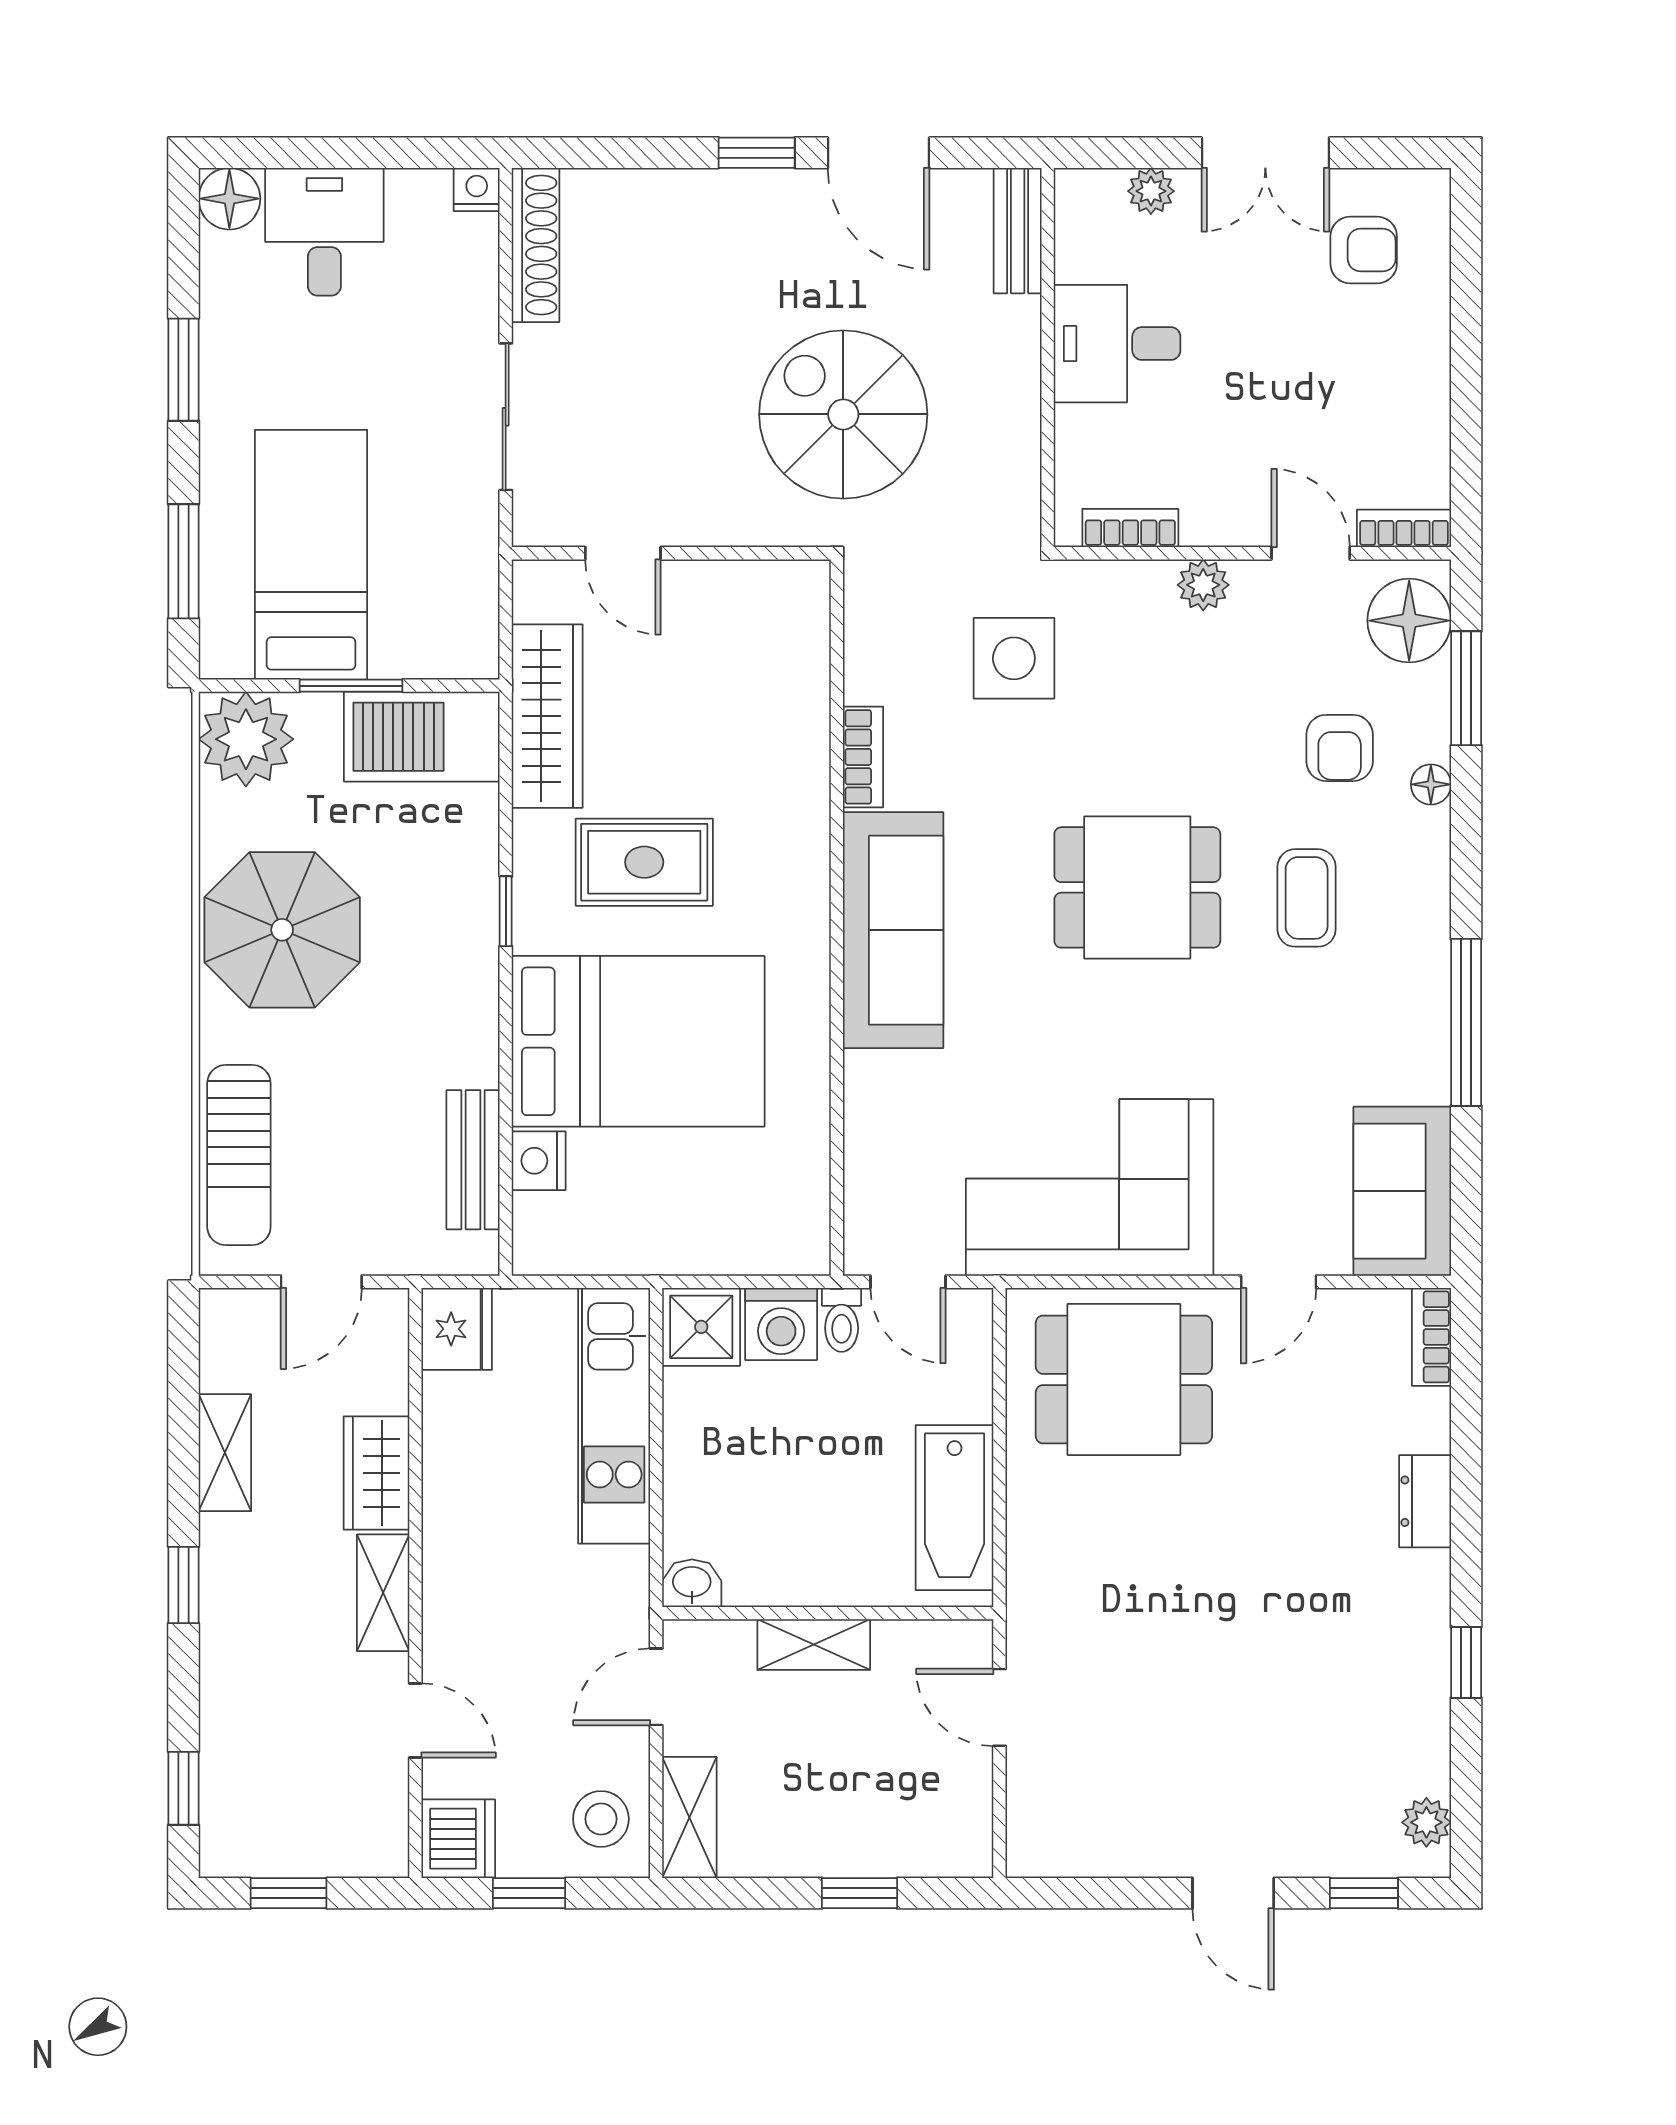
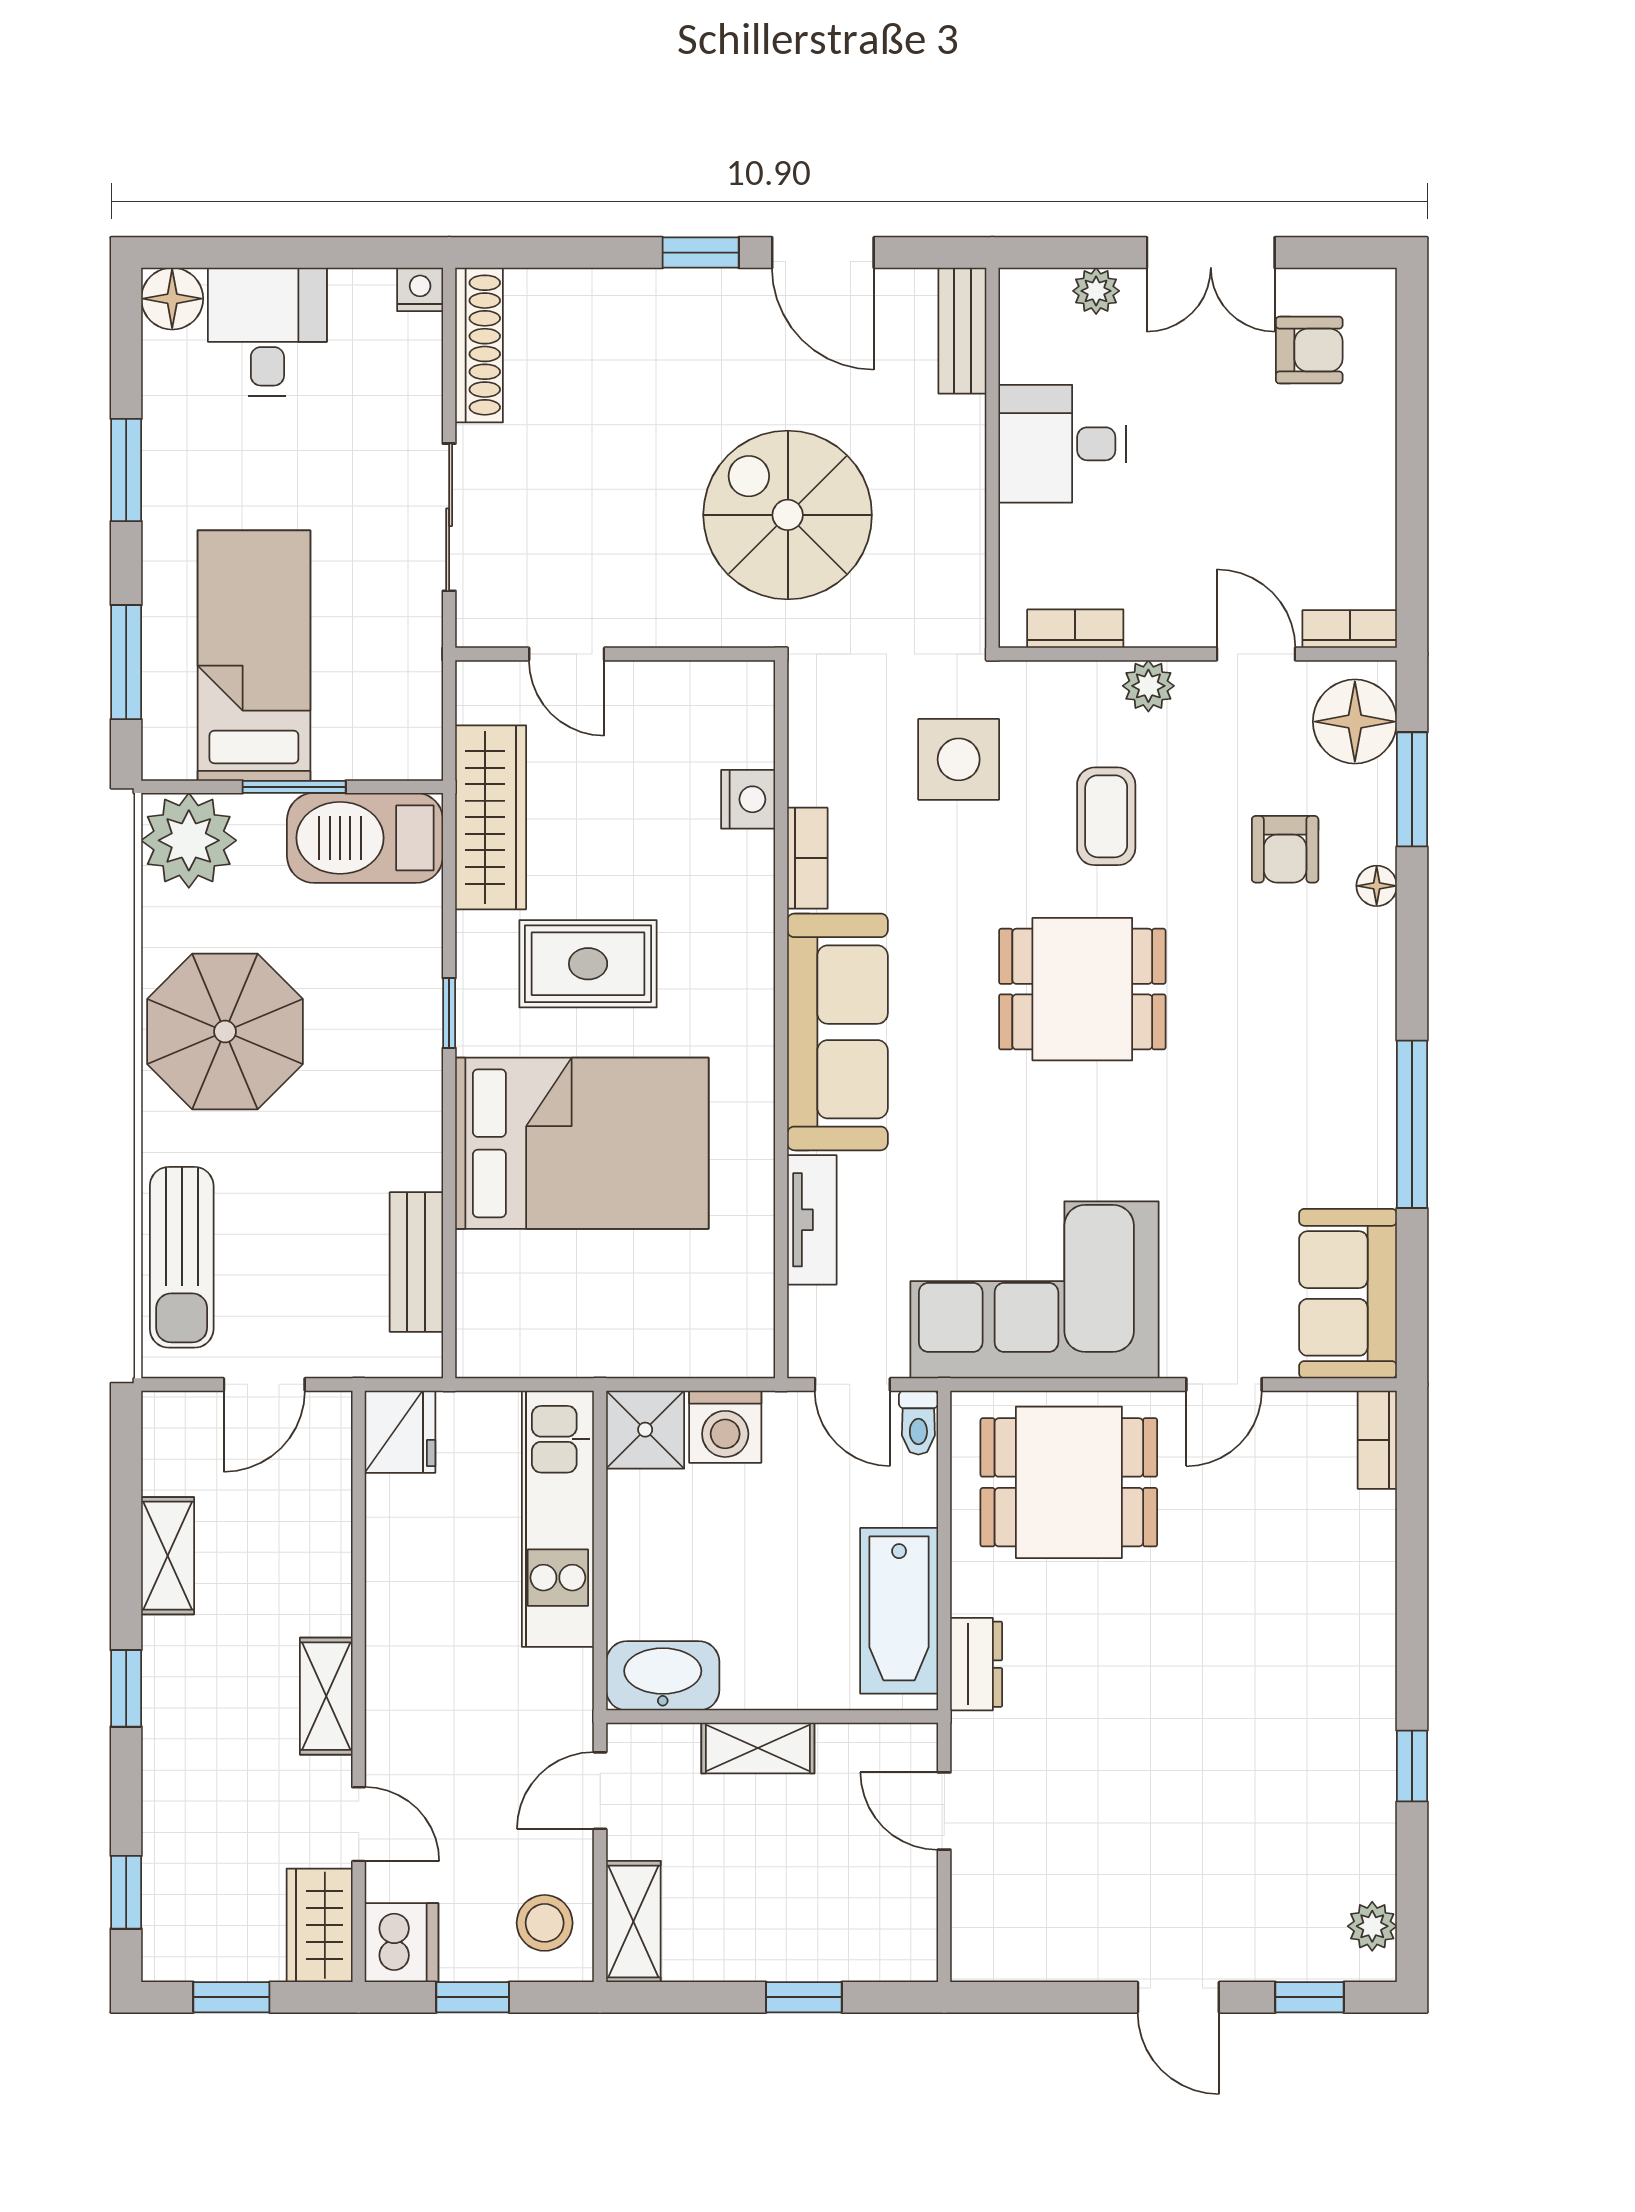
coffee table: (1307, 898) -> (1106, 816), moved
tv unit: (868, 1118) -> (812, 1220), added
nightstand: (539, 1161) -> (748, 799), moved, turned 180
toilet: (842, 1320) -> (918, 1423), moved
wardrobe: (376, 1473) -> (320, 1925), moved
dresser: (1425, 1501) -> (976, 1664), moved, turned 180
washbasin: (692, 1583) -> (663, 1676), width x1.91, depth x1.45

